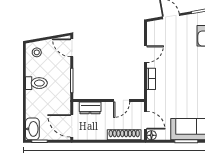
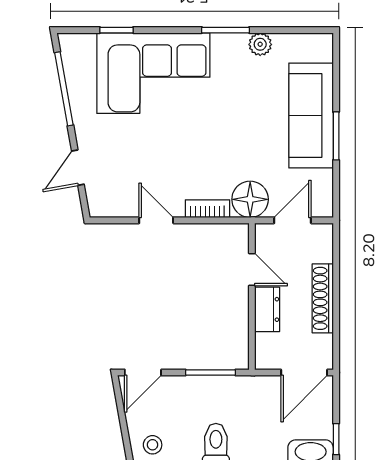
dresser: (90, 108) -> (267, 309), moved
shoe rack: (124, 135) -> (323, 298), moved
floor lamp: (151, 135) -> (250, 199), moved, width x1.89, depth x1.89

